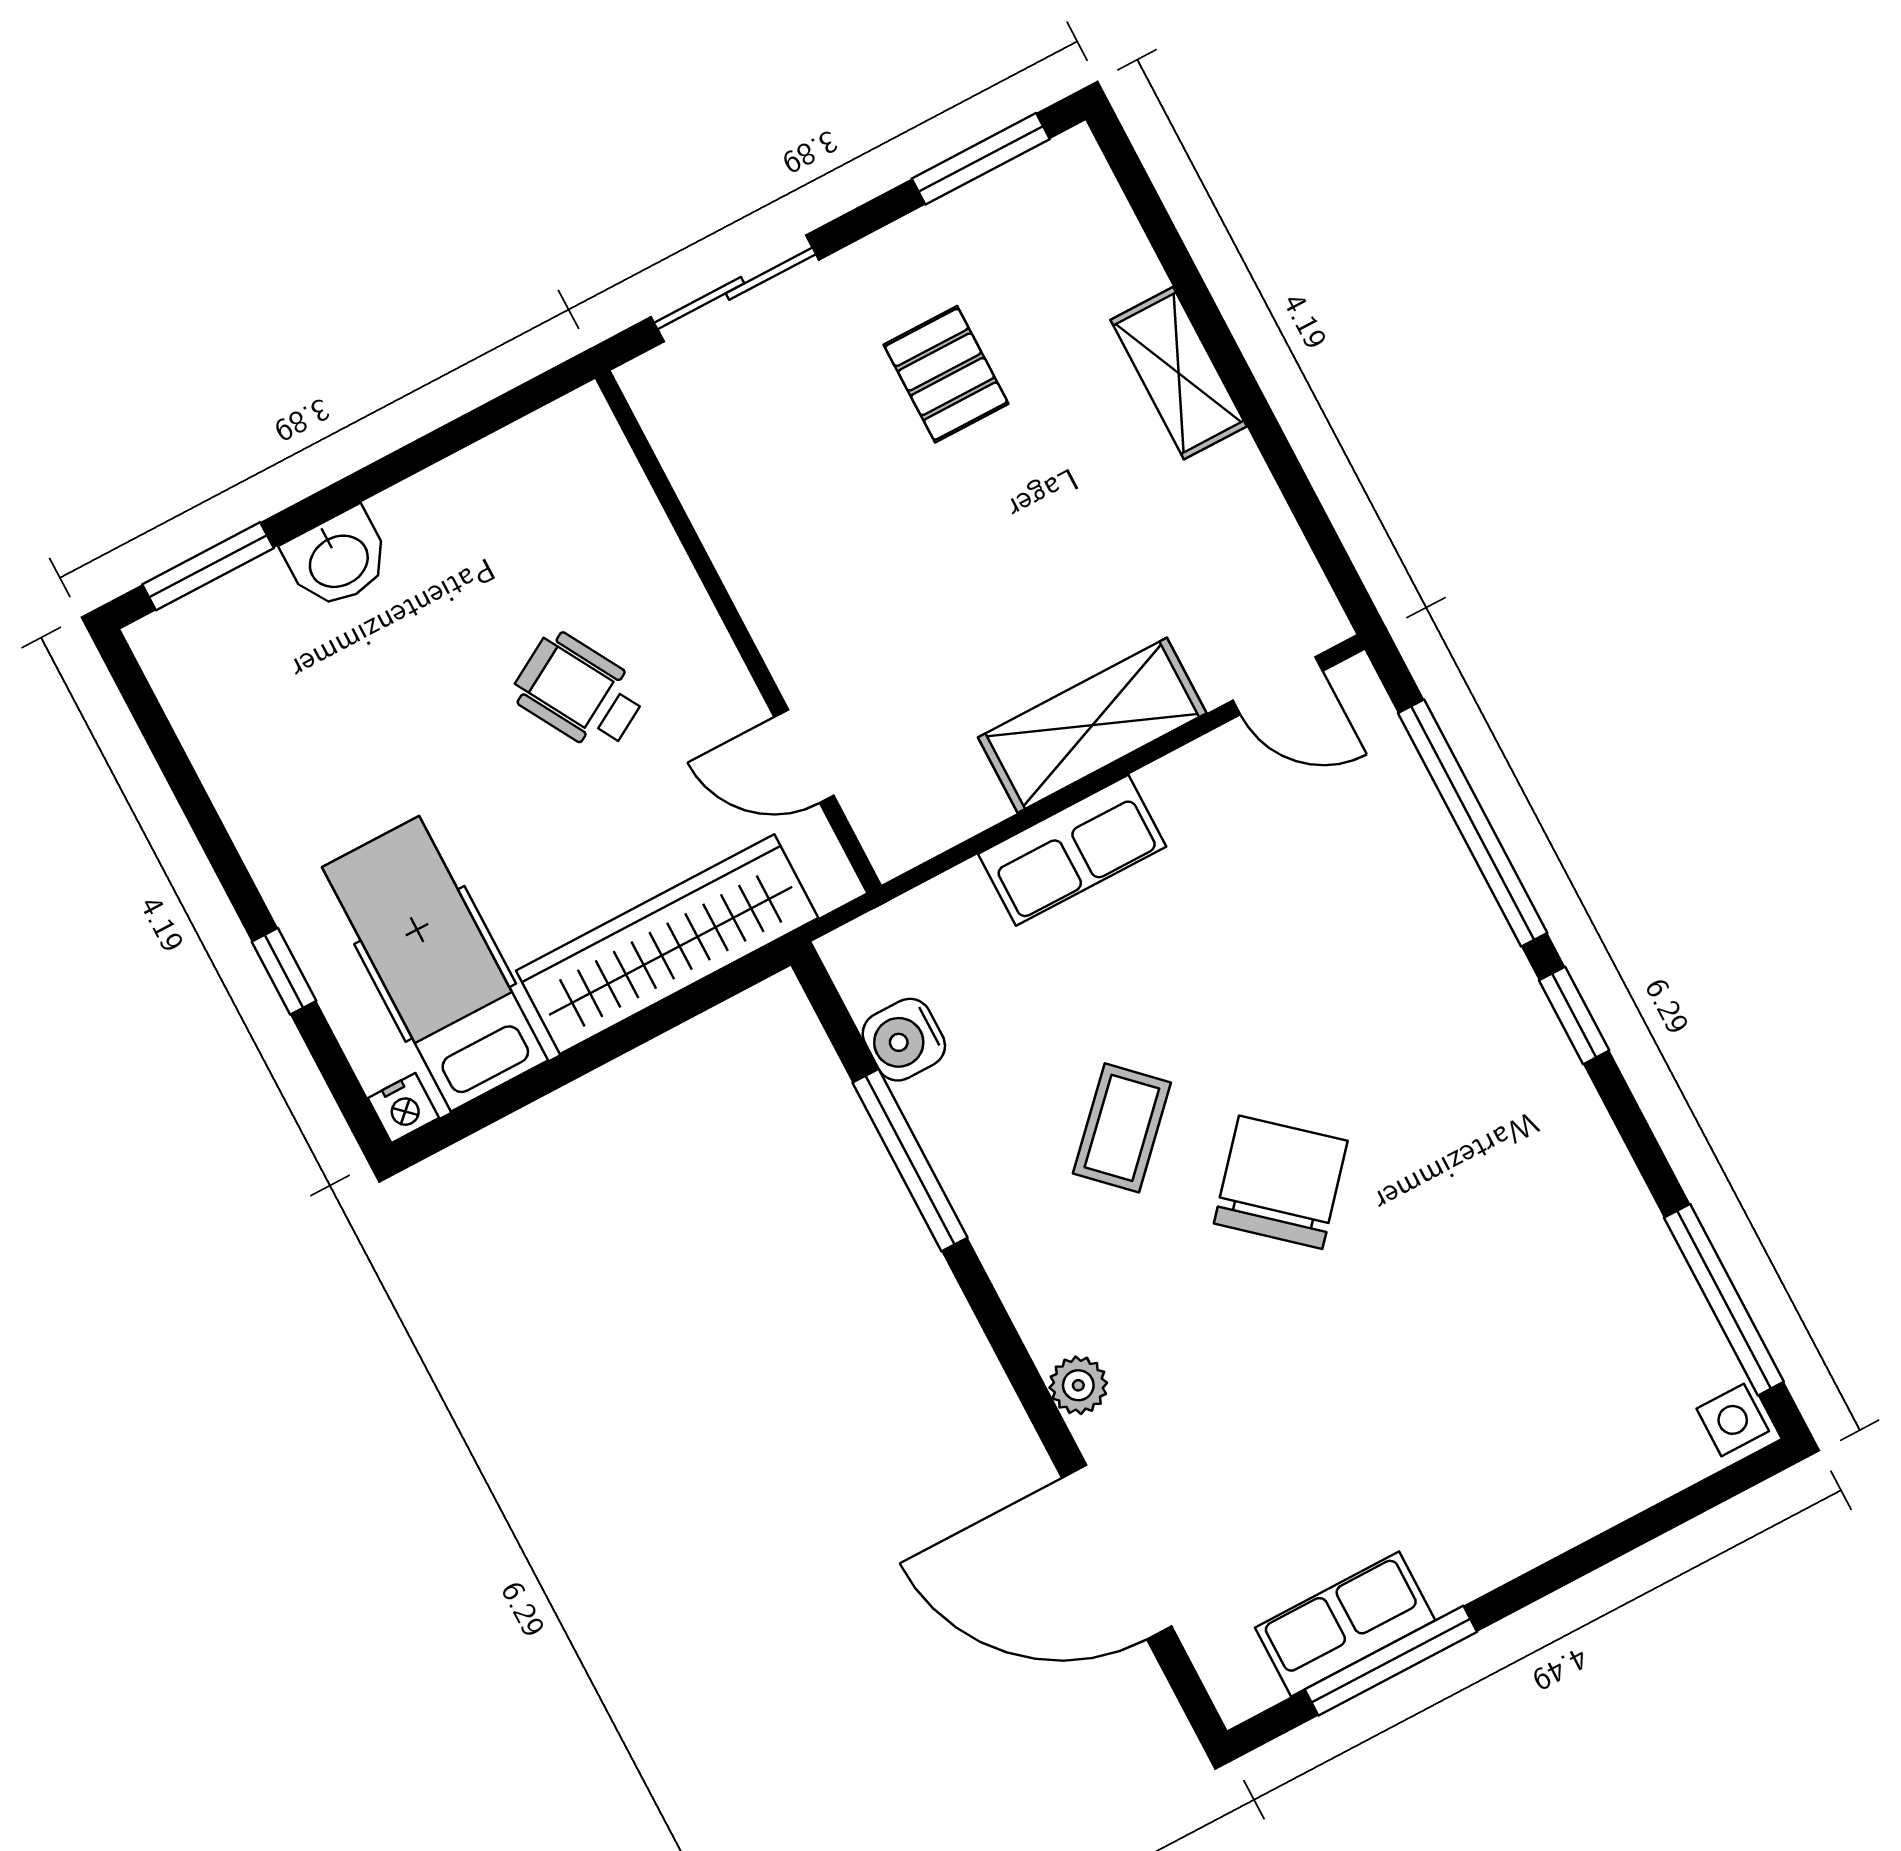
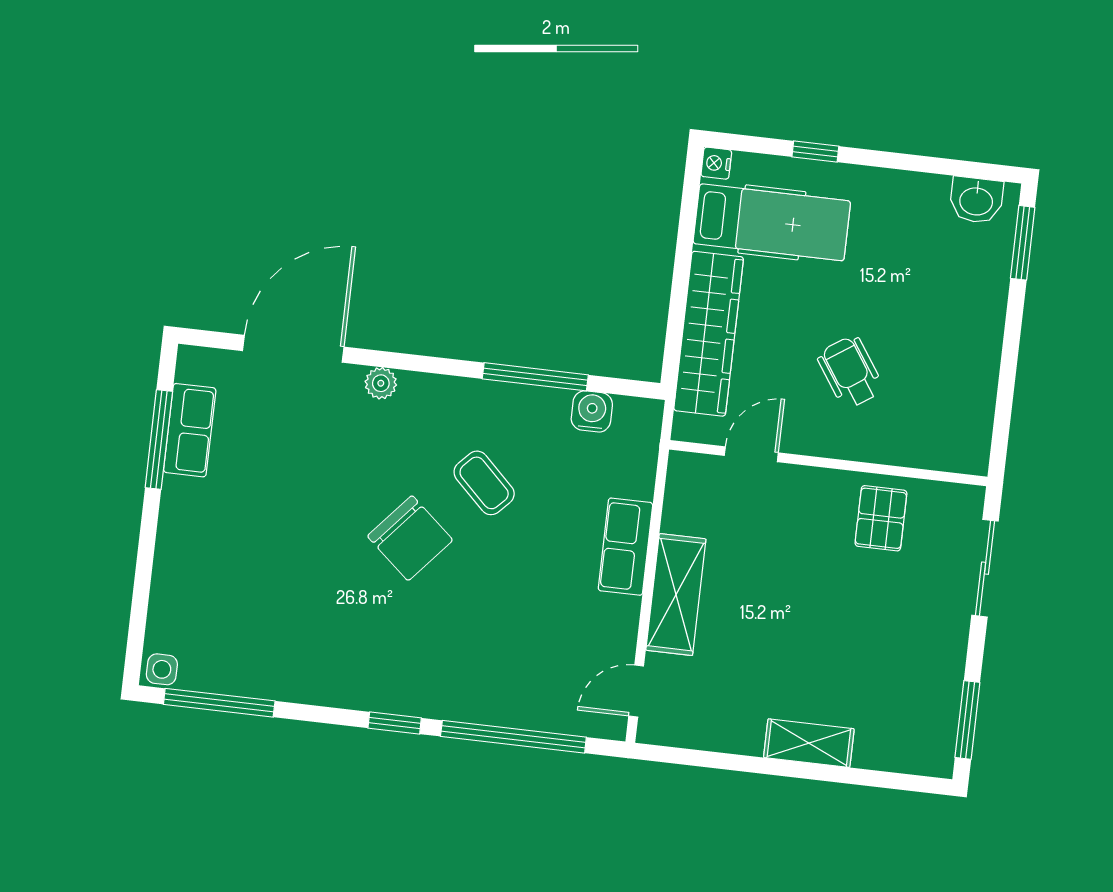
pallet: (946, 374) -> (881, 518), moved, turned 90
washbasin: (338, 559) -> (976, 200), moved, turned -90
wheelchair: (579, 692) -> (850, 372), turned -94

